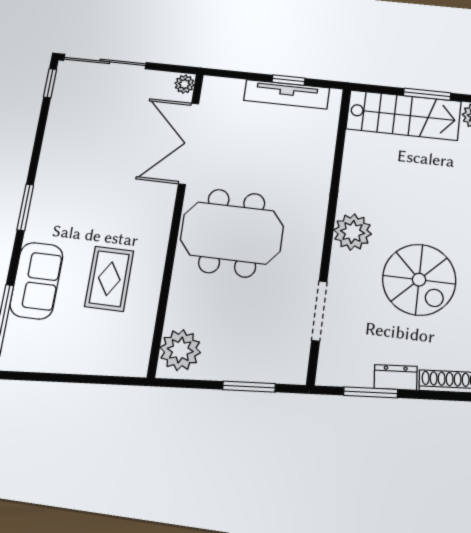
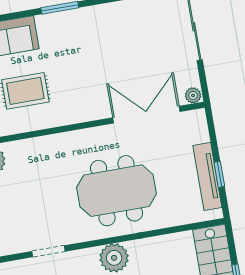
meeting table: (232, 233) -> (117, 191), moved, turned 90
doorway: (319, 311) -> (48, 251), width x0.73

